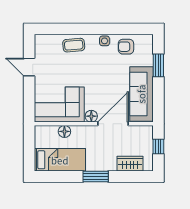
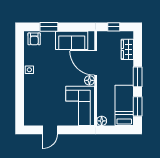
coffee table: (74, 45) -> (33, 94), removed
armchair: (126, 47) -> (34, 39), moved
sofa: (141, 94) -> (72, 40), width x0.73
floor lamp: (64, 131) -> (102, 121), moved
window: (59, 177) -> (138, 106), added

